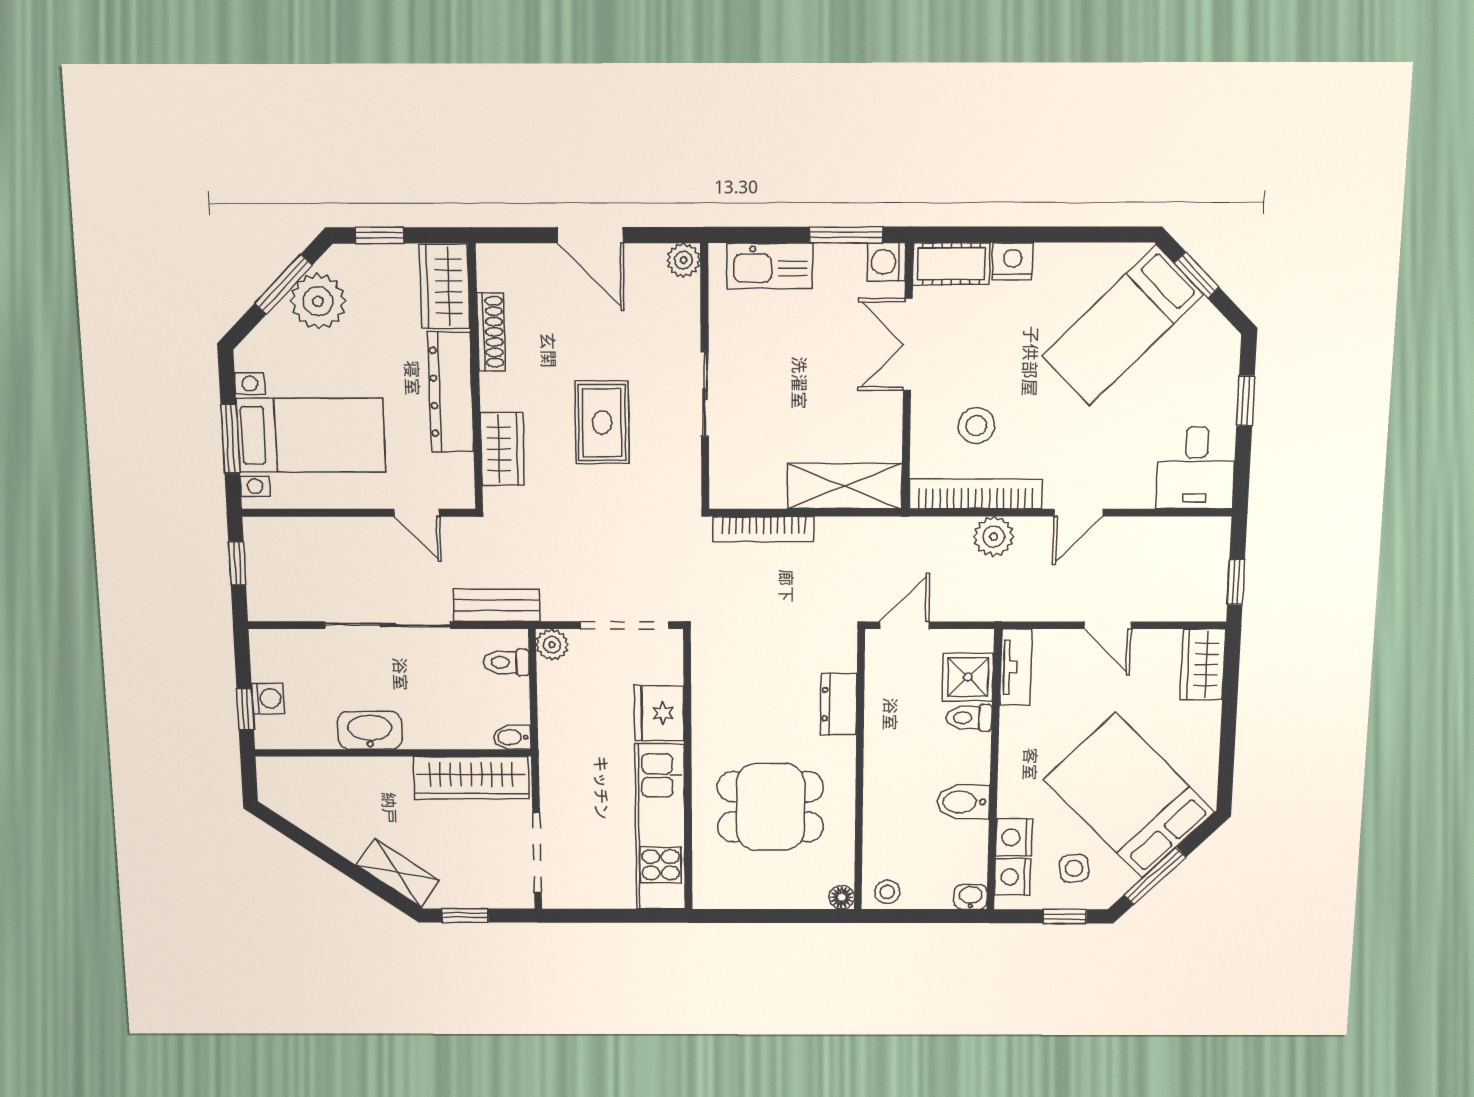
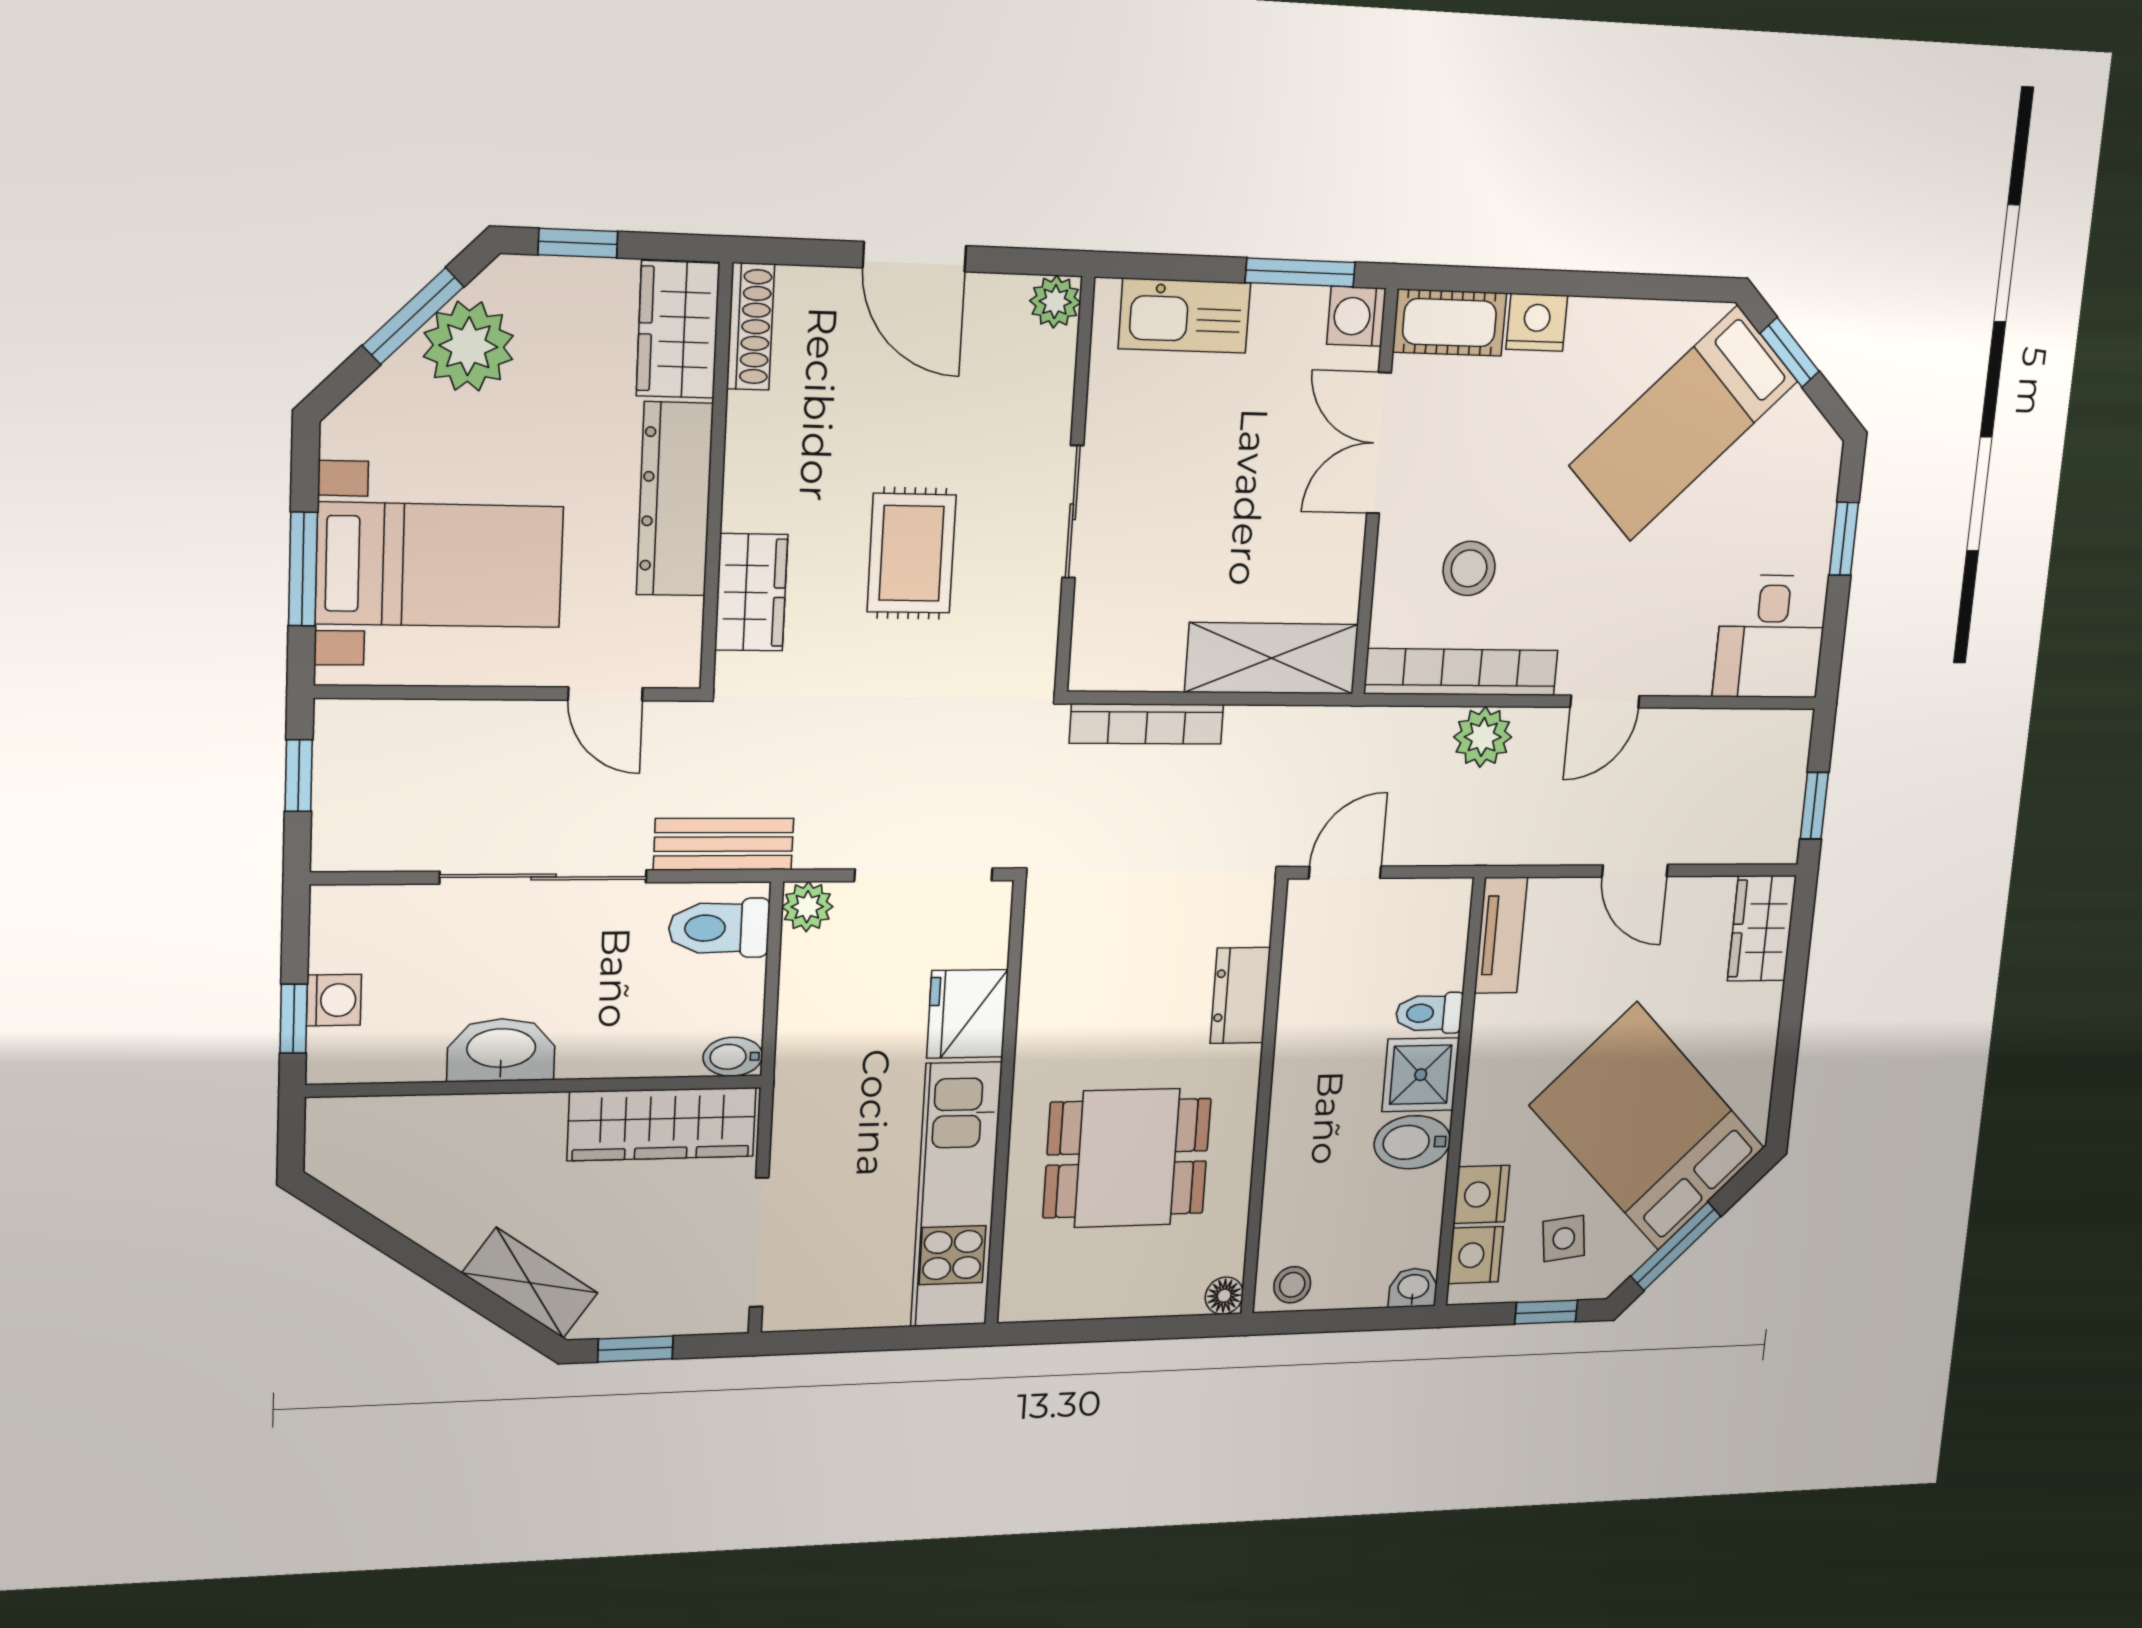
shoe rack: (491, 332) -> (751, 327), moved
toilet: (506, 662) -> (719, 928), width x1.37, depth x1.39
shower: (968, 677) -> (1421, 1075), moved

